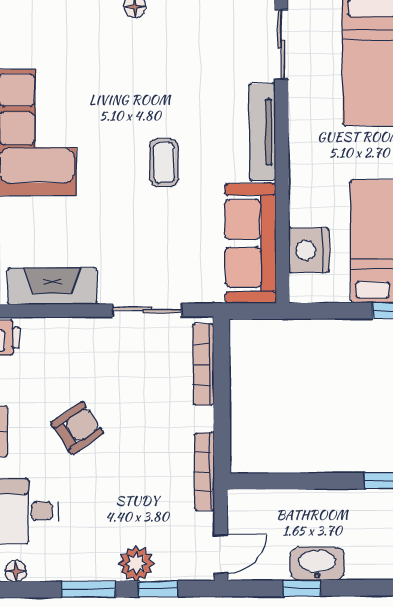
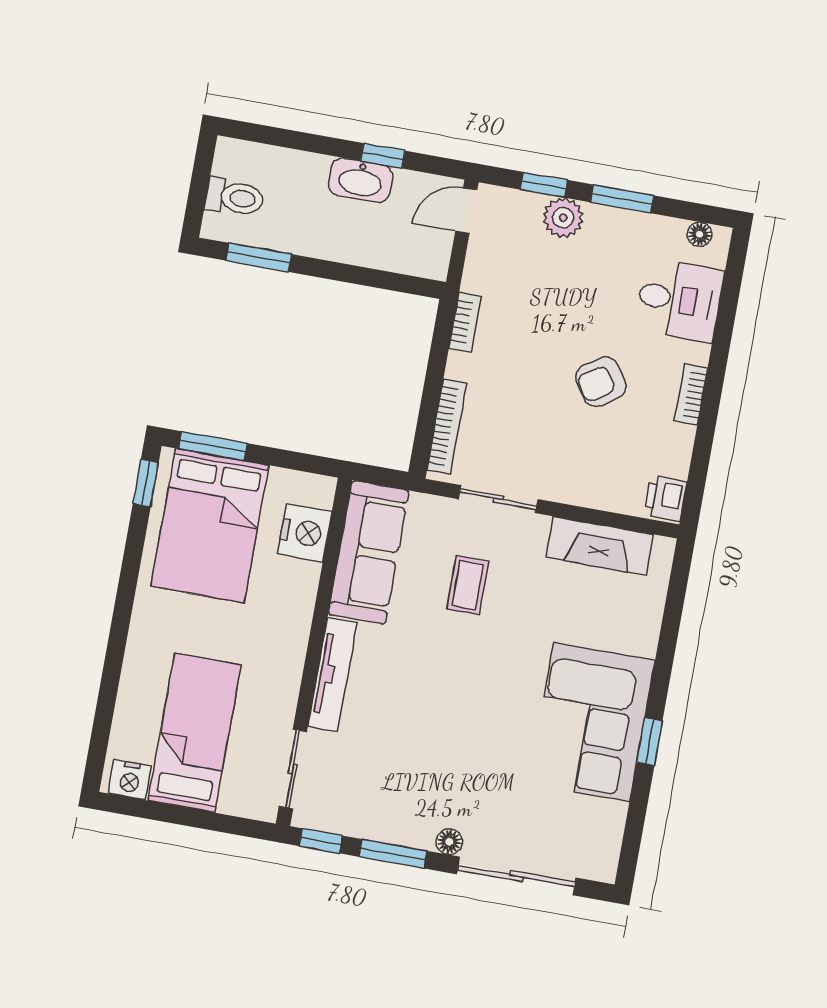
coffee table: (164, 163) -> (468, 585), moved
bookcase: (204, 472) -> (465, 322), width x0.64

